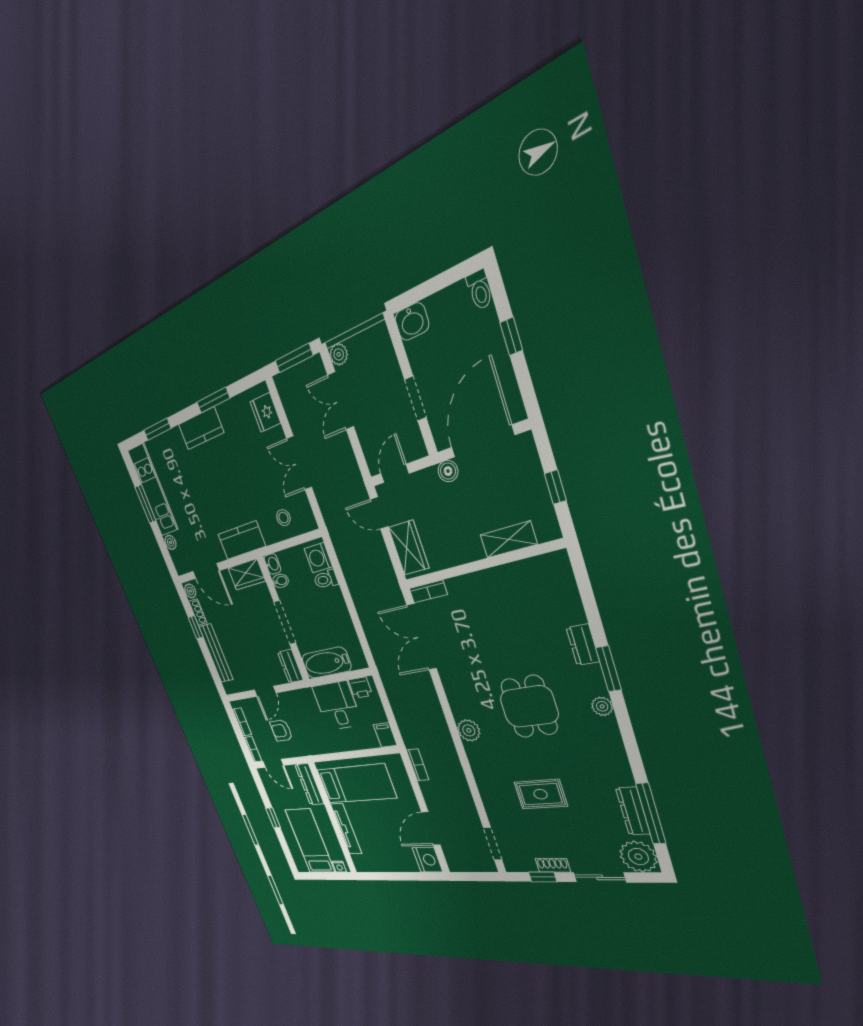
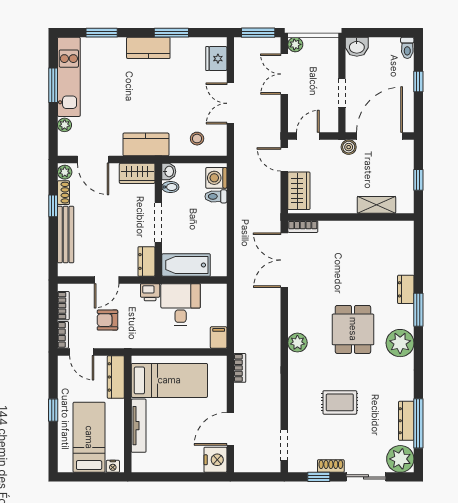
printer: (360, 688) -> (150, 292), moved
plant: (602, 706) -> (400, 343), width x1.88, depth x1.88

